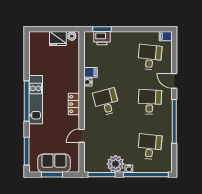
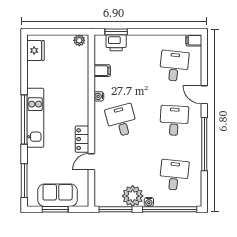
fridge: (58, 38) -> (36, 50), moved, turned -90
filing cabinet: (90, 72) -> (102, 71), moved
locker: (74, 104) -> (82, 139), moved

